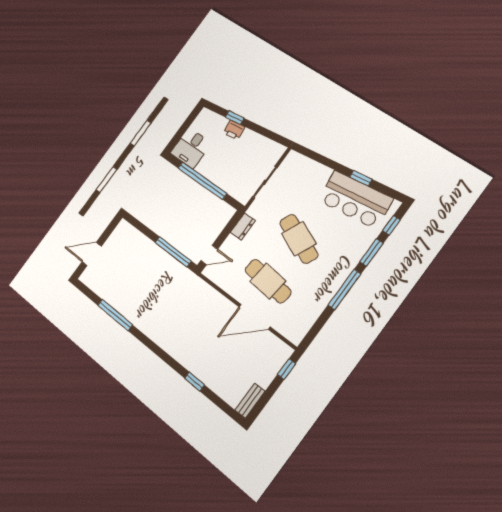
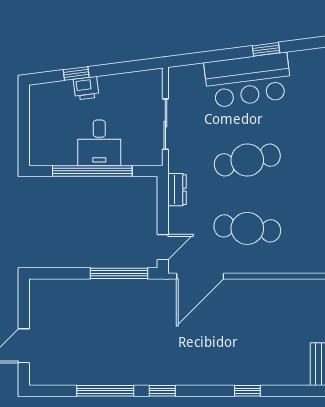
desk: (191, 148) -> (99, 143), moved
bar counter: (355, 200) -> (248, 80), moved
cafe table: (299, 239) -> (247, 160), turned -36
door: (255, 317) -> (200, 276), moved
window: (146, 341) -> (162, 391), added

